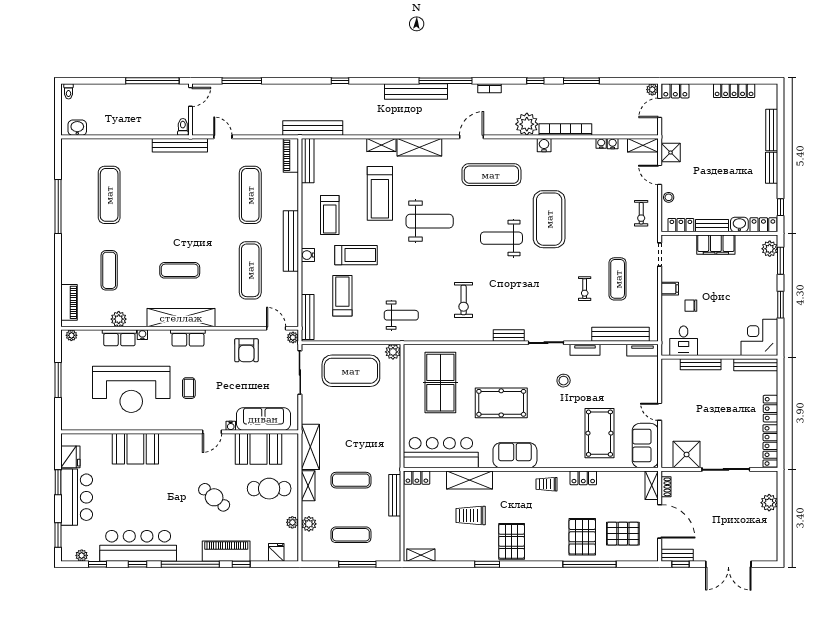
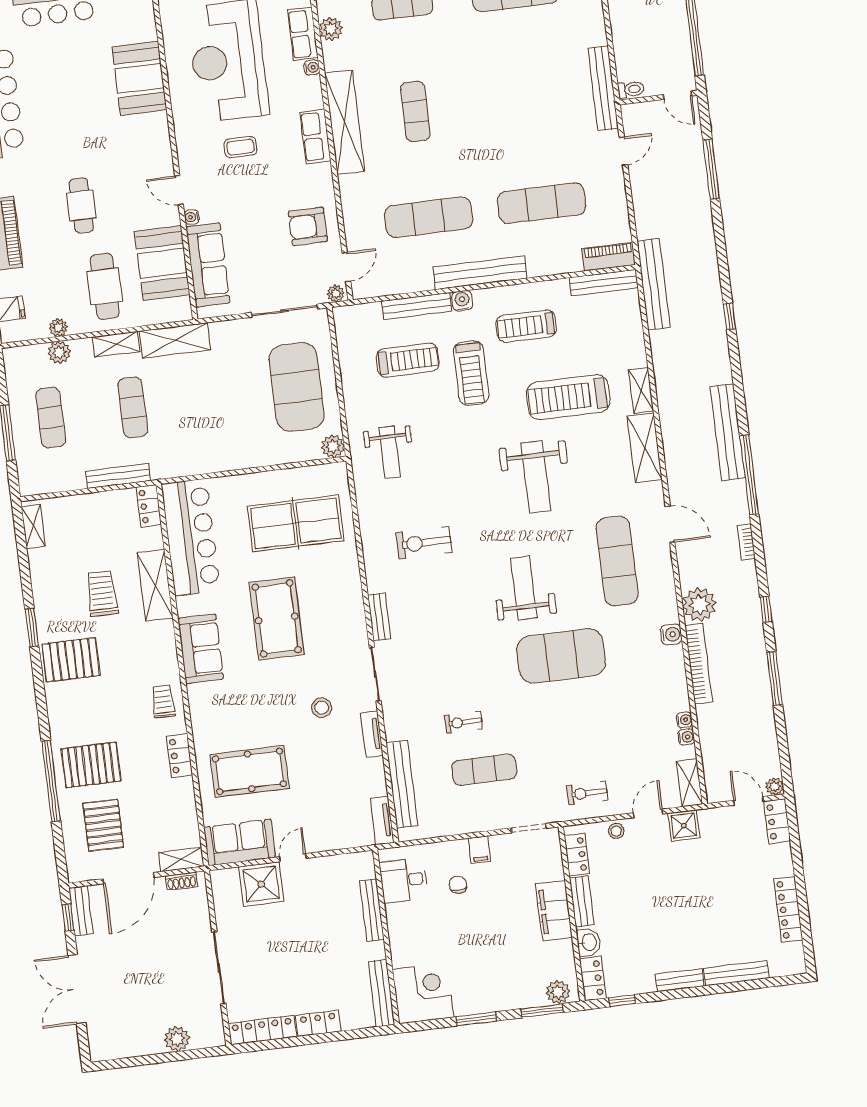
bench: (308, 317) -> (417, 306), moved
shower: (687, 455) -> (261, 884), moved
cafe table: (214, 497) -> (81, 205), turned -40

